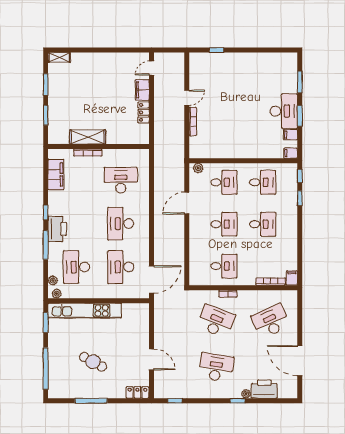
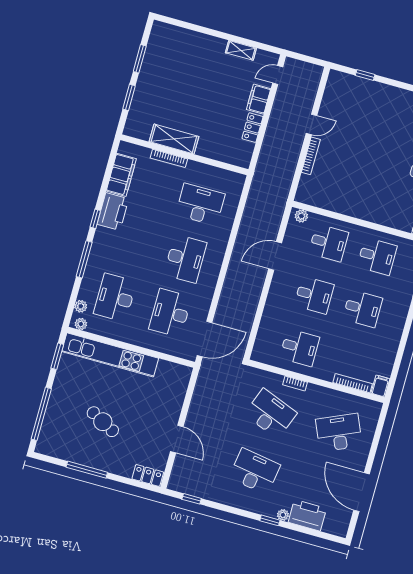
shelving: (59, 57) -> (241, 50), moved
desk: (121, 224) -> (185, 259), turned 180
printer: (57, 229) -> (113, 212), moved

